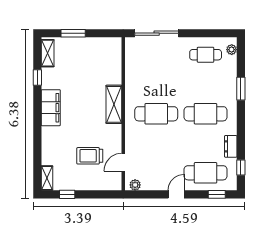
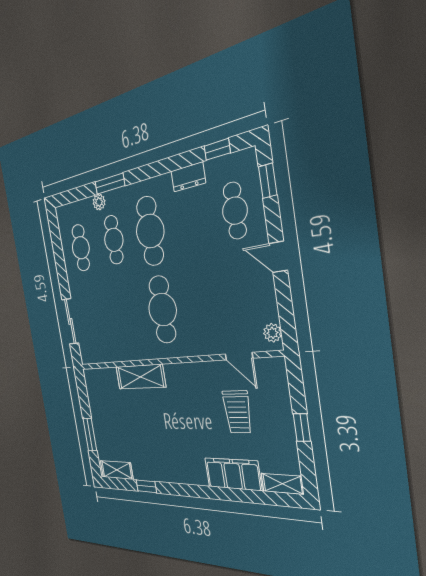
sliding door: (157, 33) -> (70, 321), width x0.73
plant: (232, 50) -> (99, 202), moved
cafe table: (206, 84) -> (114, 240), added
shelving: (114, 104) -> (140, 377), moved
filing cabinet: (51, 108) -> (233, 474), moved
cafe table: (206, 173) -> (235, 211), width x0.73, depth x0.74
window: (67, 194) -> (302, 428), moved

